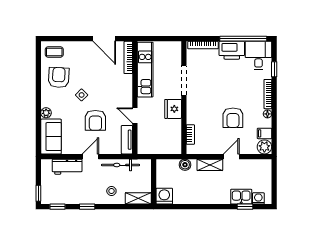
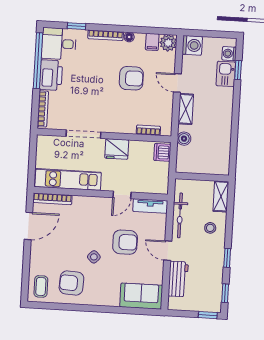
plant: (46, 113) -> (113, 300), removed
dishwasher: (172, 147) -> (162, 152), added
washing machine: (164, 196) -> (192, 45), moved, turned 180

